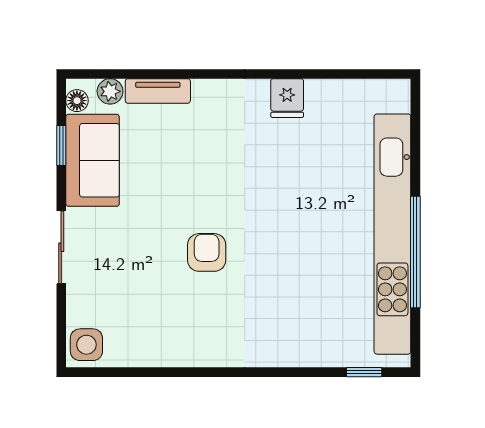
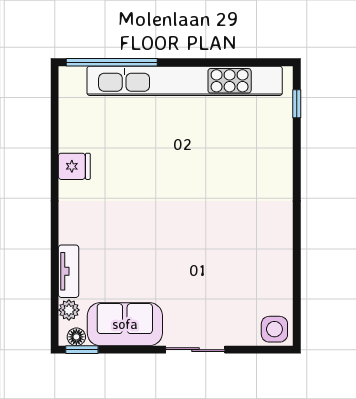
window: (61, 145) -> (82, 350), moved
armchair: (207, 252) -> (200, 232), removed
window: (415, 252) -> (112, 62), moved

